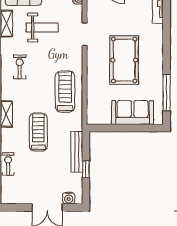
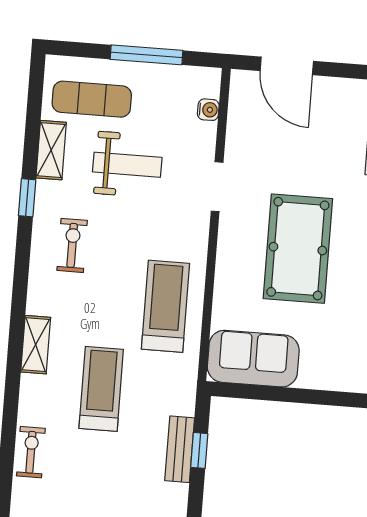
sofa: (133, 113) -> (253, 359), moved
bench: (77, 152) -> (180, 449), width x0.73
window: (86, 169) -> (199, 450), moved

